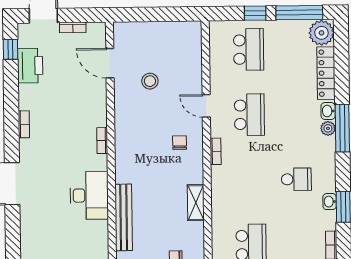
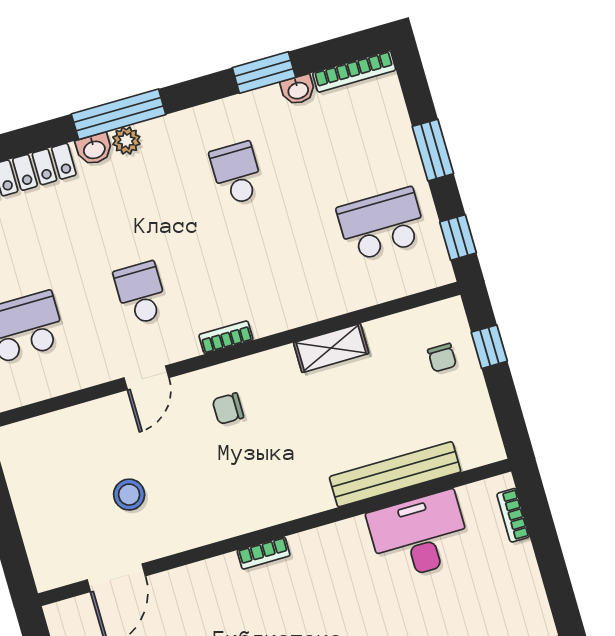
school desk: (249, 115) -> (141, 293), width x0.54
desk: (89, 195) -> (419, 536), moved
washbasin: (330, 202) -> (298, 90), moved

